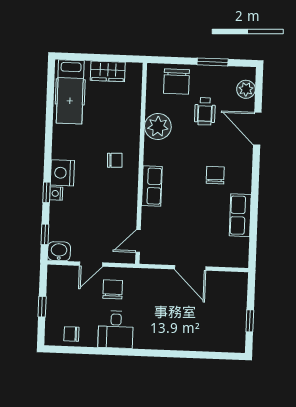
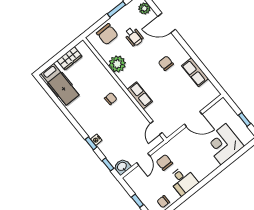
nightstand: (62, 173) -> (90, 127), removed
corner desk: (200, 328) -> (223, 144), added

